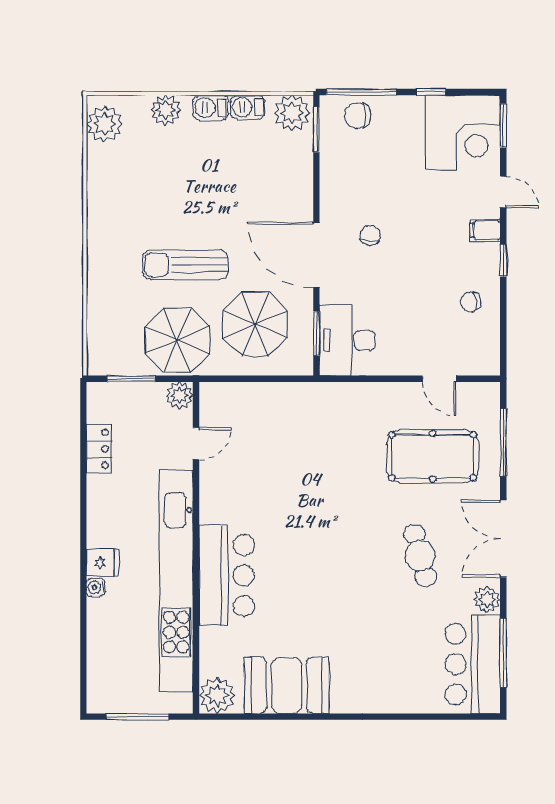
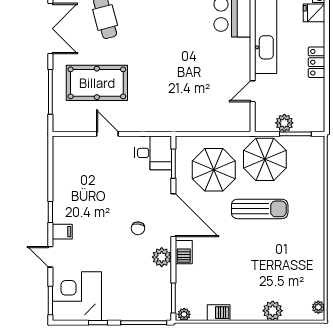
barbecue: (211, 108) -> (184, 252), moved, turned 90
plant: (292, 113) -> (184, 314), width x0.53, depth x0.53
chair: (358, 116) -> (146, 307), removed
plant: (105, 124) -> (318, 307), width x0.53, depth x0.53
plant: (334, 192) -> (162, 257), added
chair: (471, 302) -> (72, 184), removed
desk: (347, 340) -> (153, 153), width x0.73
door: (439, 379) -> (107, 134), moved
plant: (180, 395) -> (284, 123), moved
locker: (99, 449) -> (317, 62), moved

